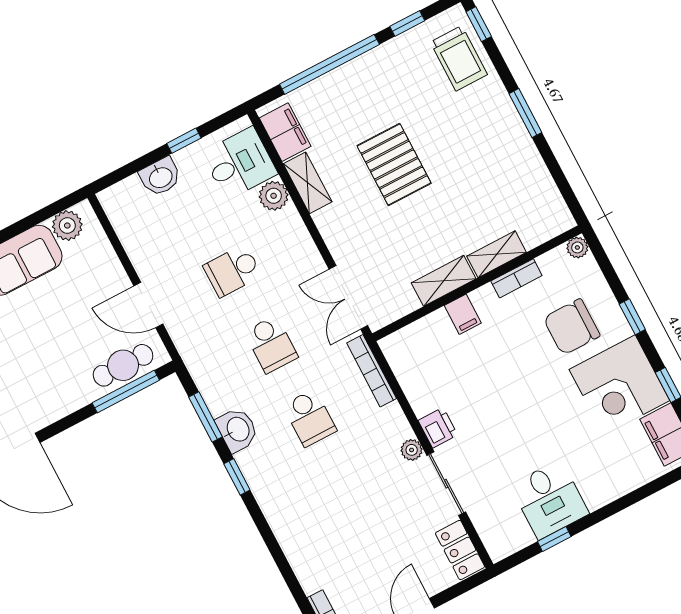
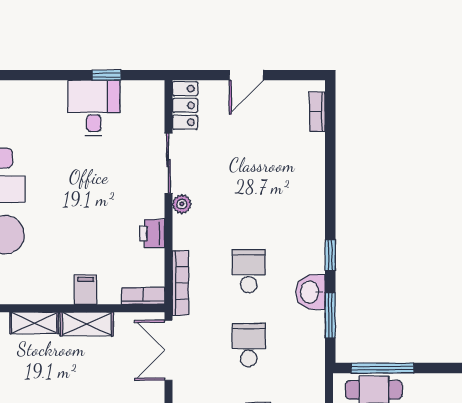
bookcase: (516, 278) -> (143, 296), moved
double door: (348, 297) -> (168, 350), swing flipped
printer: (438, 428) -> (152, 233), moved

